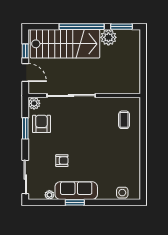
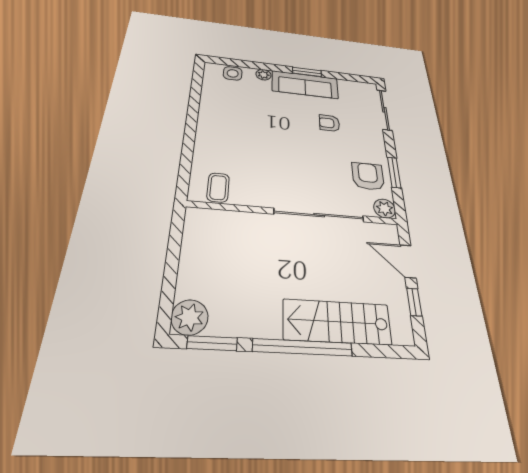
plant: (108, 37) -> (190, 317), moved
stairs: (65, 44) -> (337, 322), width x0.73, depth x0.66
coffee table: (124, 120) -> (218, 187), moved
armchair: (41, 124) -> (368, 176), turned 180
plant: (49, 195) -> (263, 75), moved

